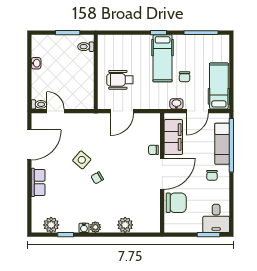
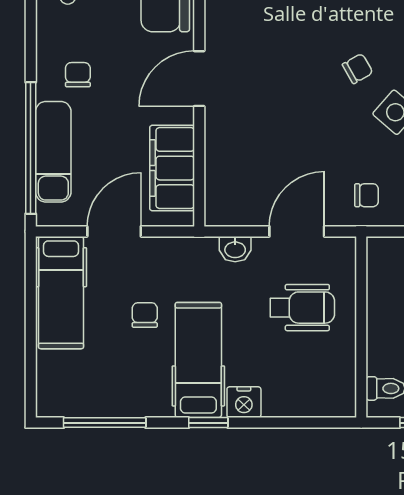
nightstand: (144, 41) -> (244, 402), added
washbasin: (176, 104) -> (235, 249), moved
chair: (153, 150) -> (367, 195), moved
door: (162, 174) -> (199, 79), width x0.73

